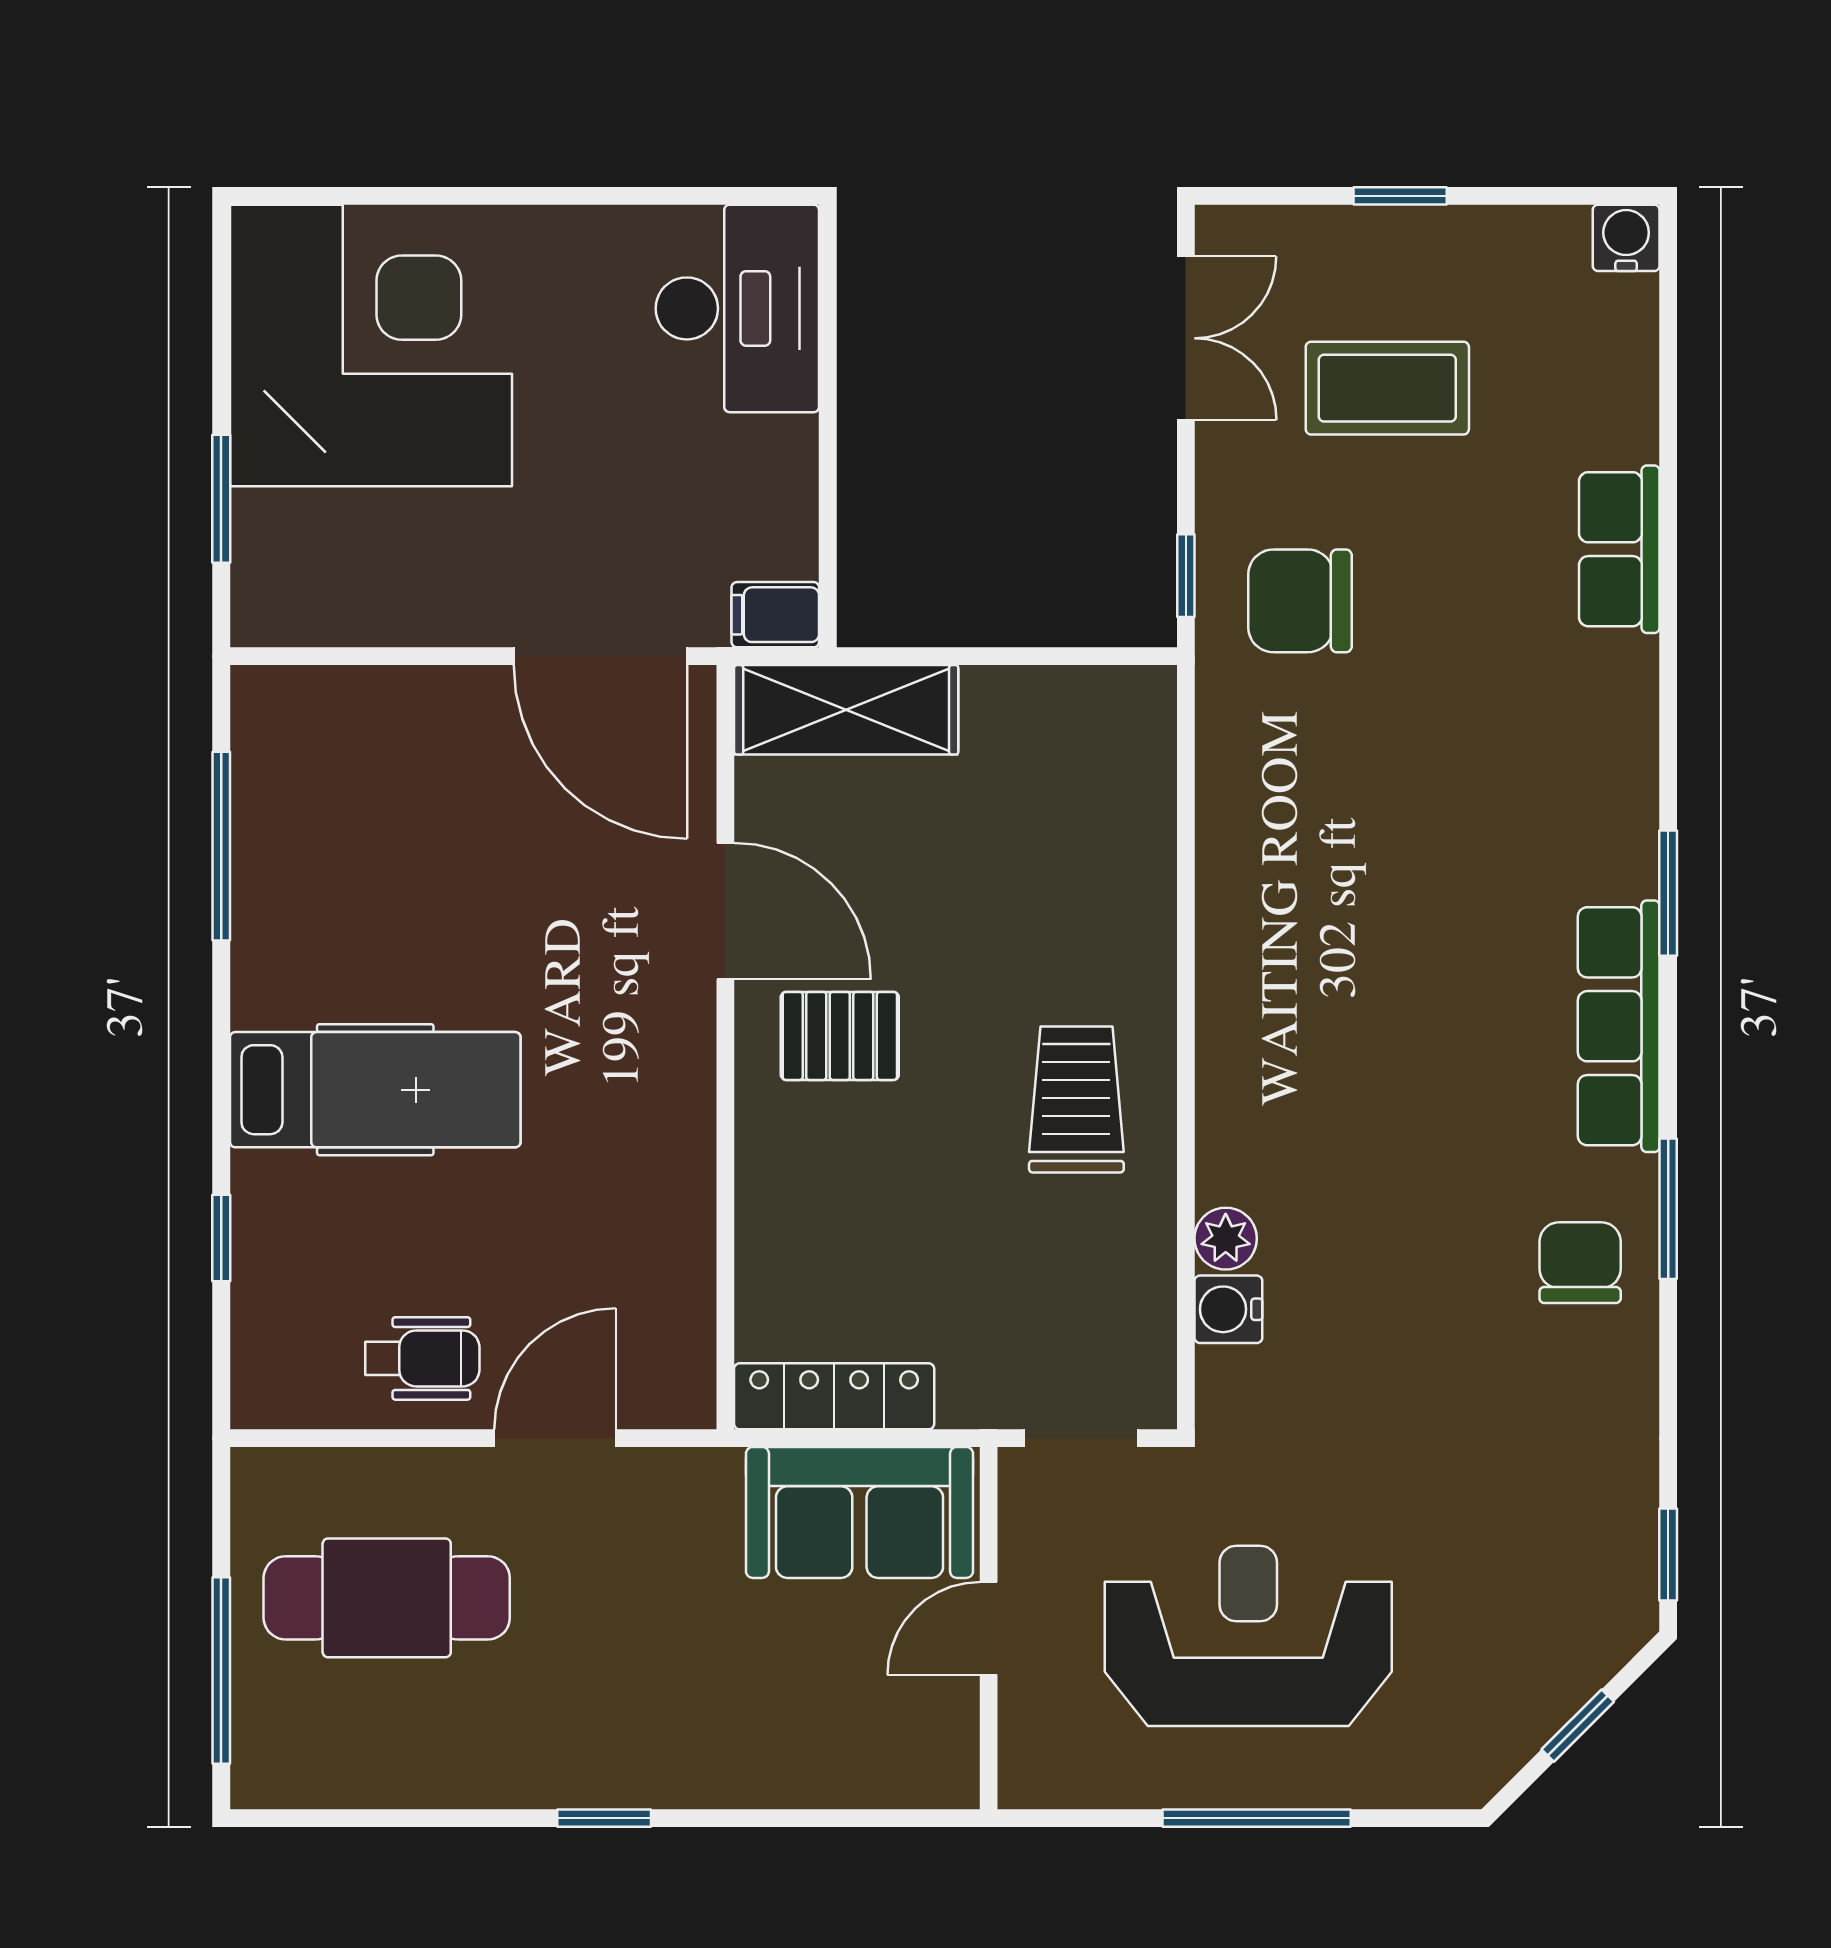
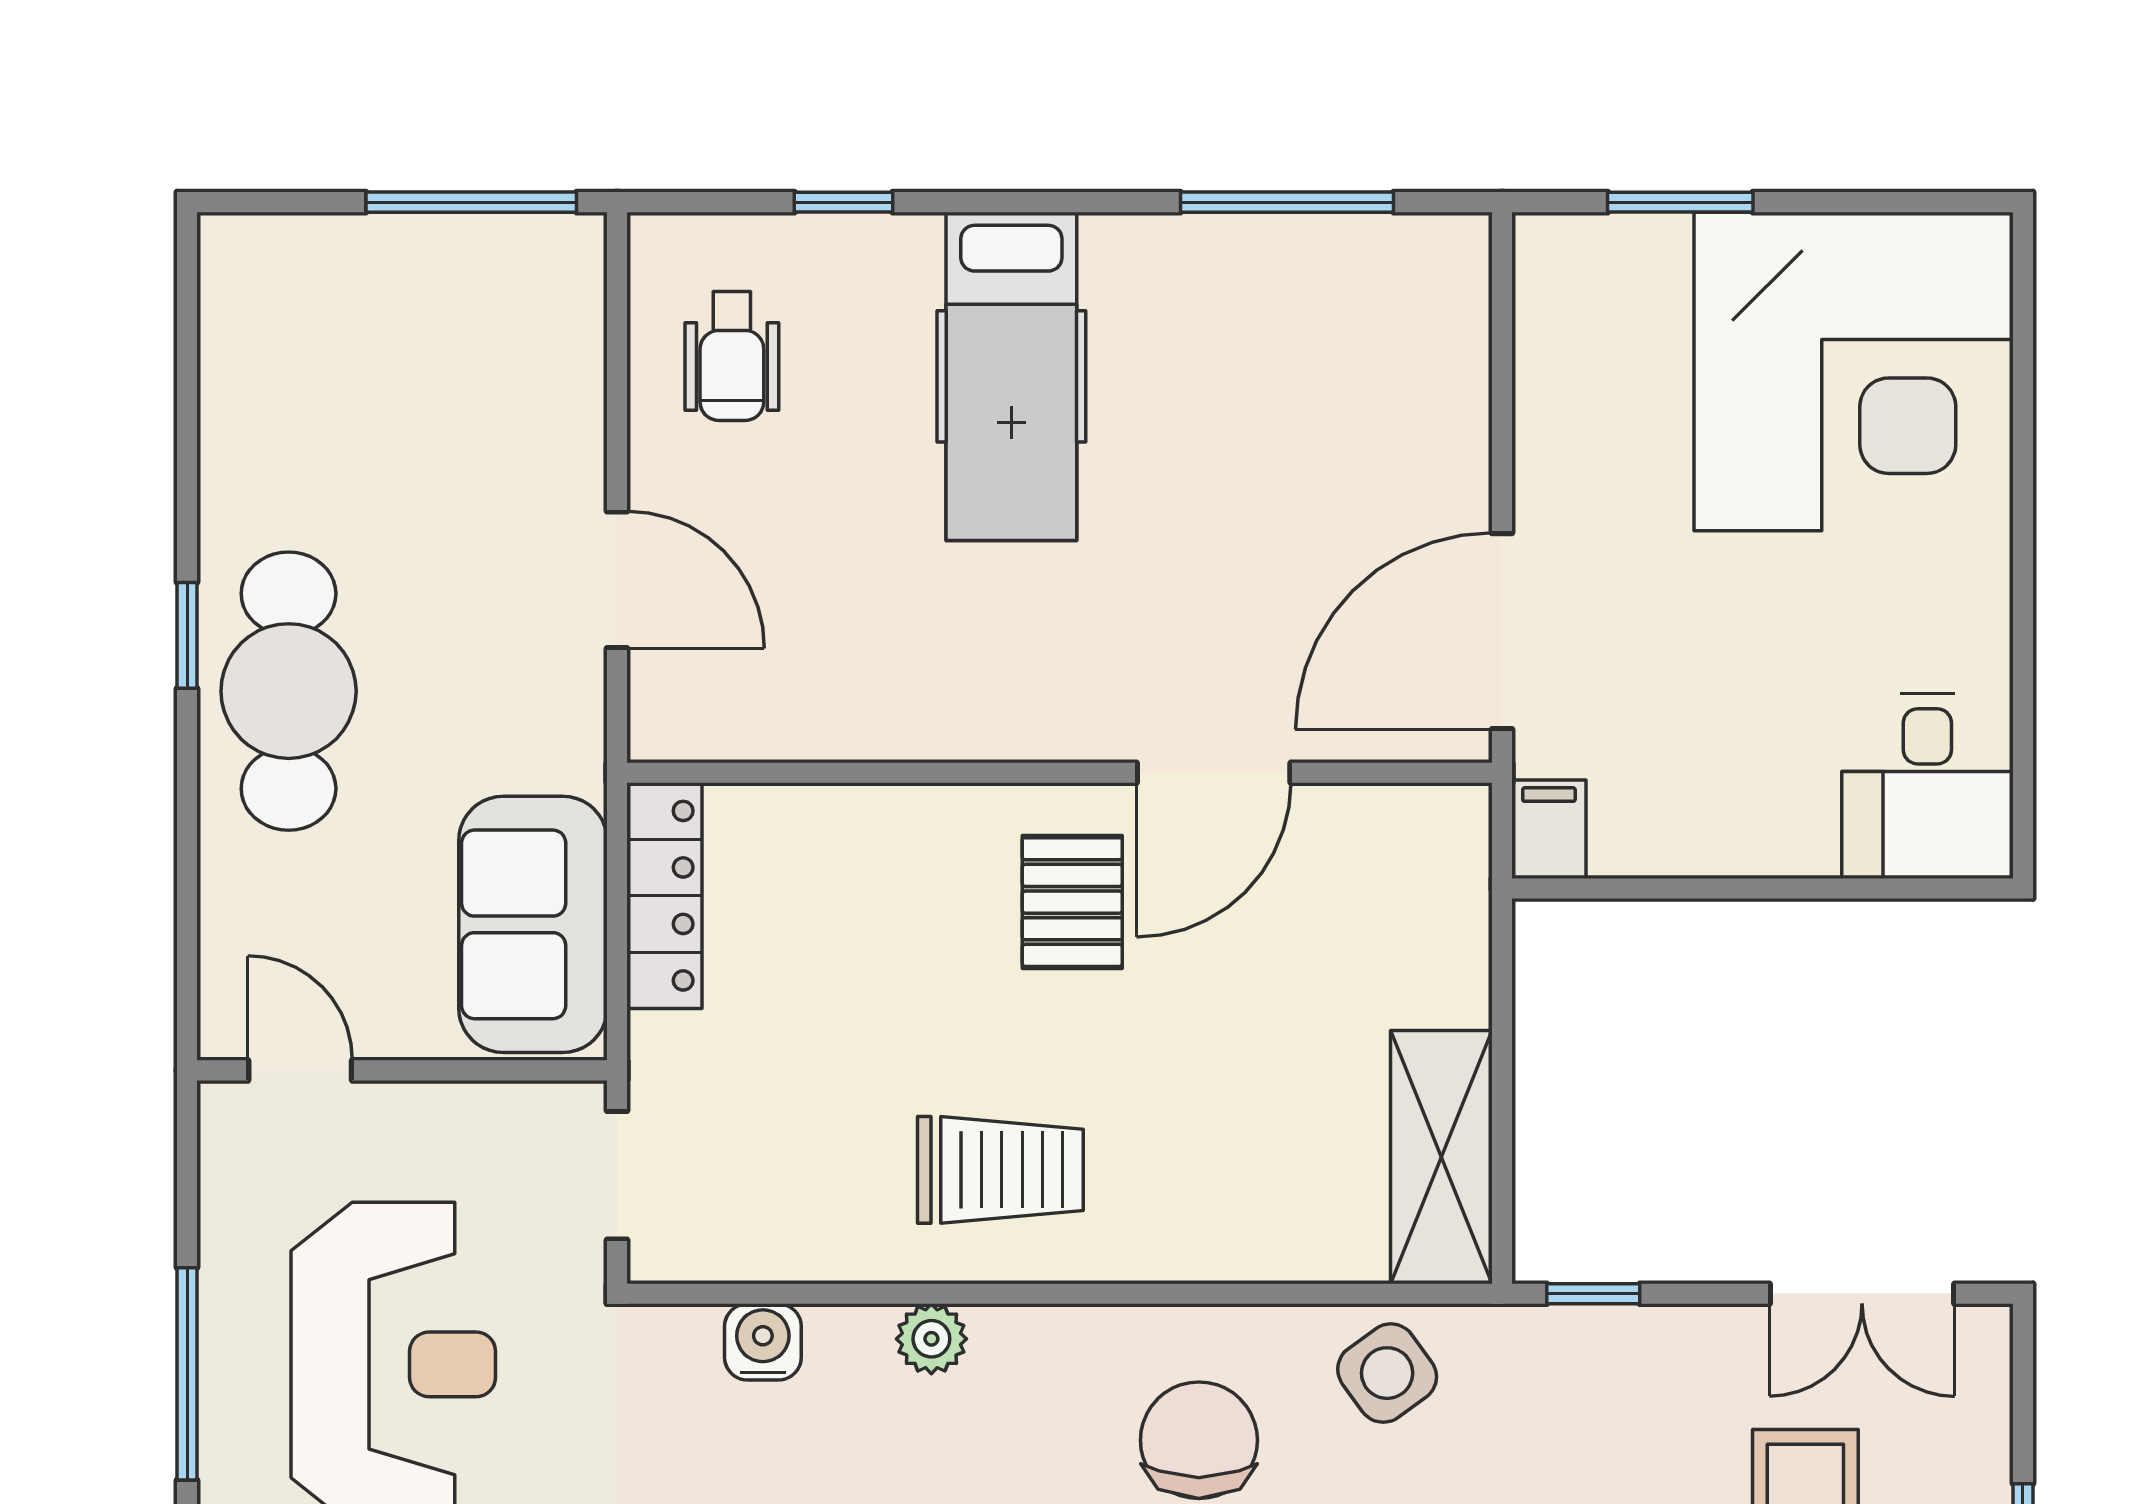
desk: (737, 308) -> (1927, 786), width x0.73
chair: (1300, 601) -> (1199, 1440), moved
shelving: (846, 710) -> (1441, 1157), moved
side table: (1256, 758) -> (1387, 1373), added
plant: (1226, 1239) -> (931, 1339), moved
wheelchair: (422, 1358) -> (732, 356), moved
cafe table: (387, 1598) -> (289, 691), moved
door: (989, 1628) -> (300, 1070), moved
window: (221, 1670) -> (471, 202), moved

